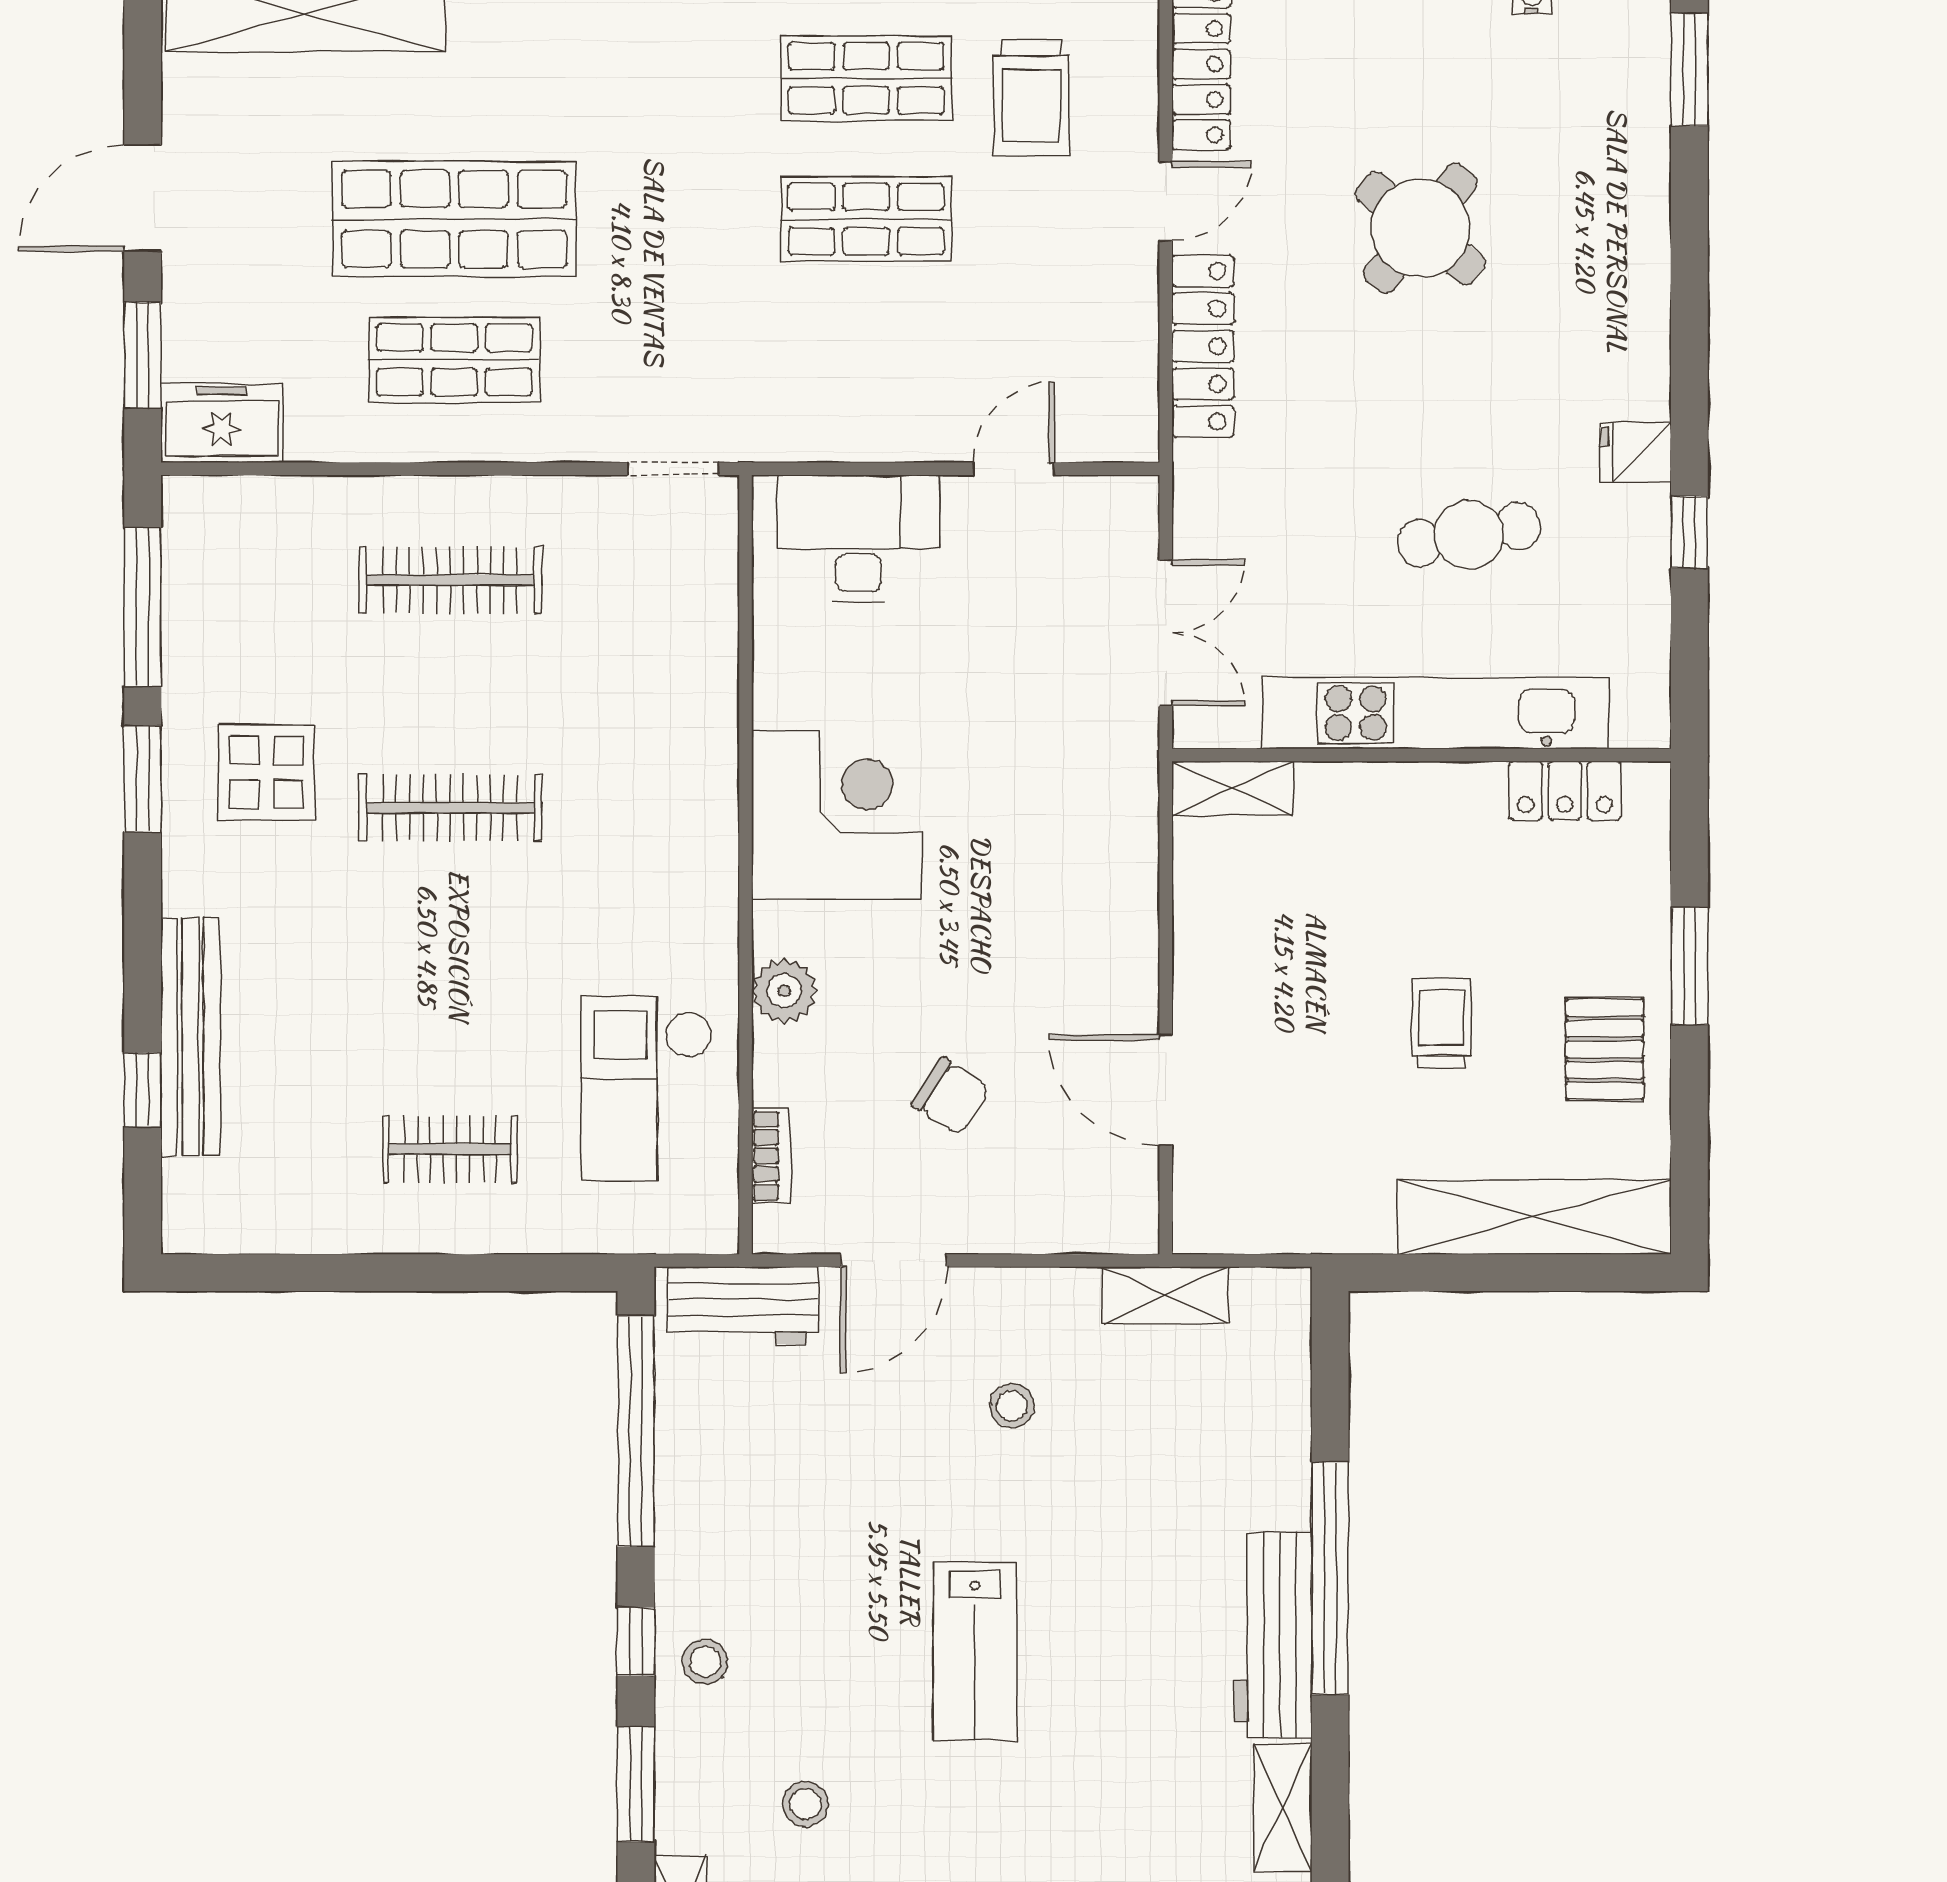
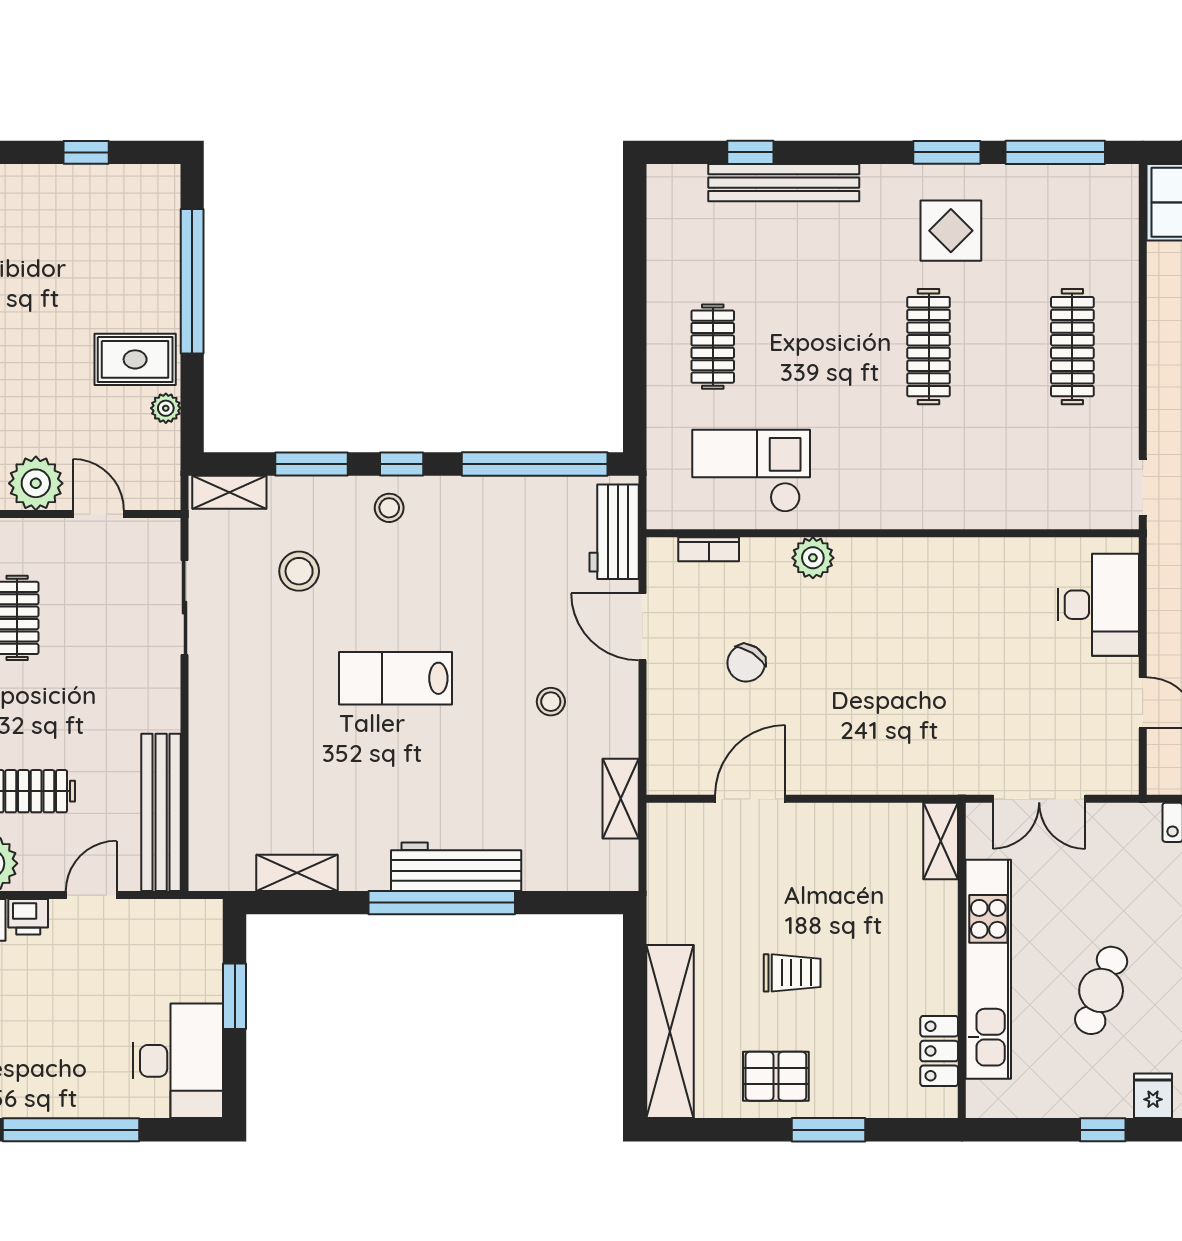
cafe table: (1469, 535) -> (1101, 990), turned 30
corner desk: (836, 815) -> (924, 591), removed
workbench: (1273, 1635) -> (456, 867), moved
stool: (806, 1804) -> (299, 571), width x1.37, depth x1.37

